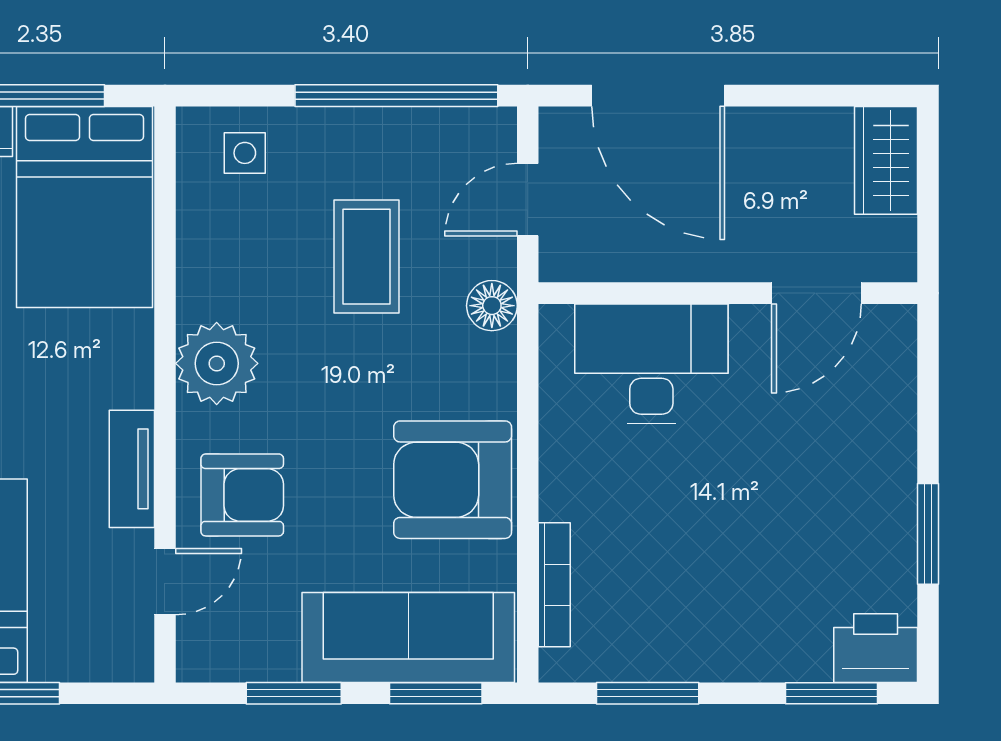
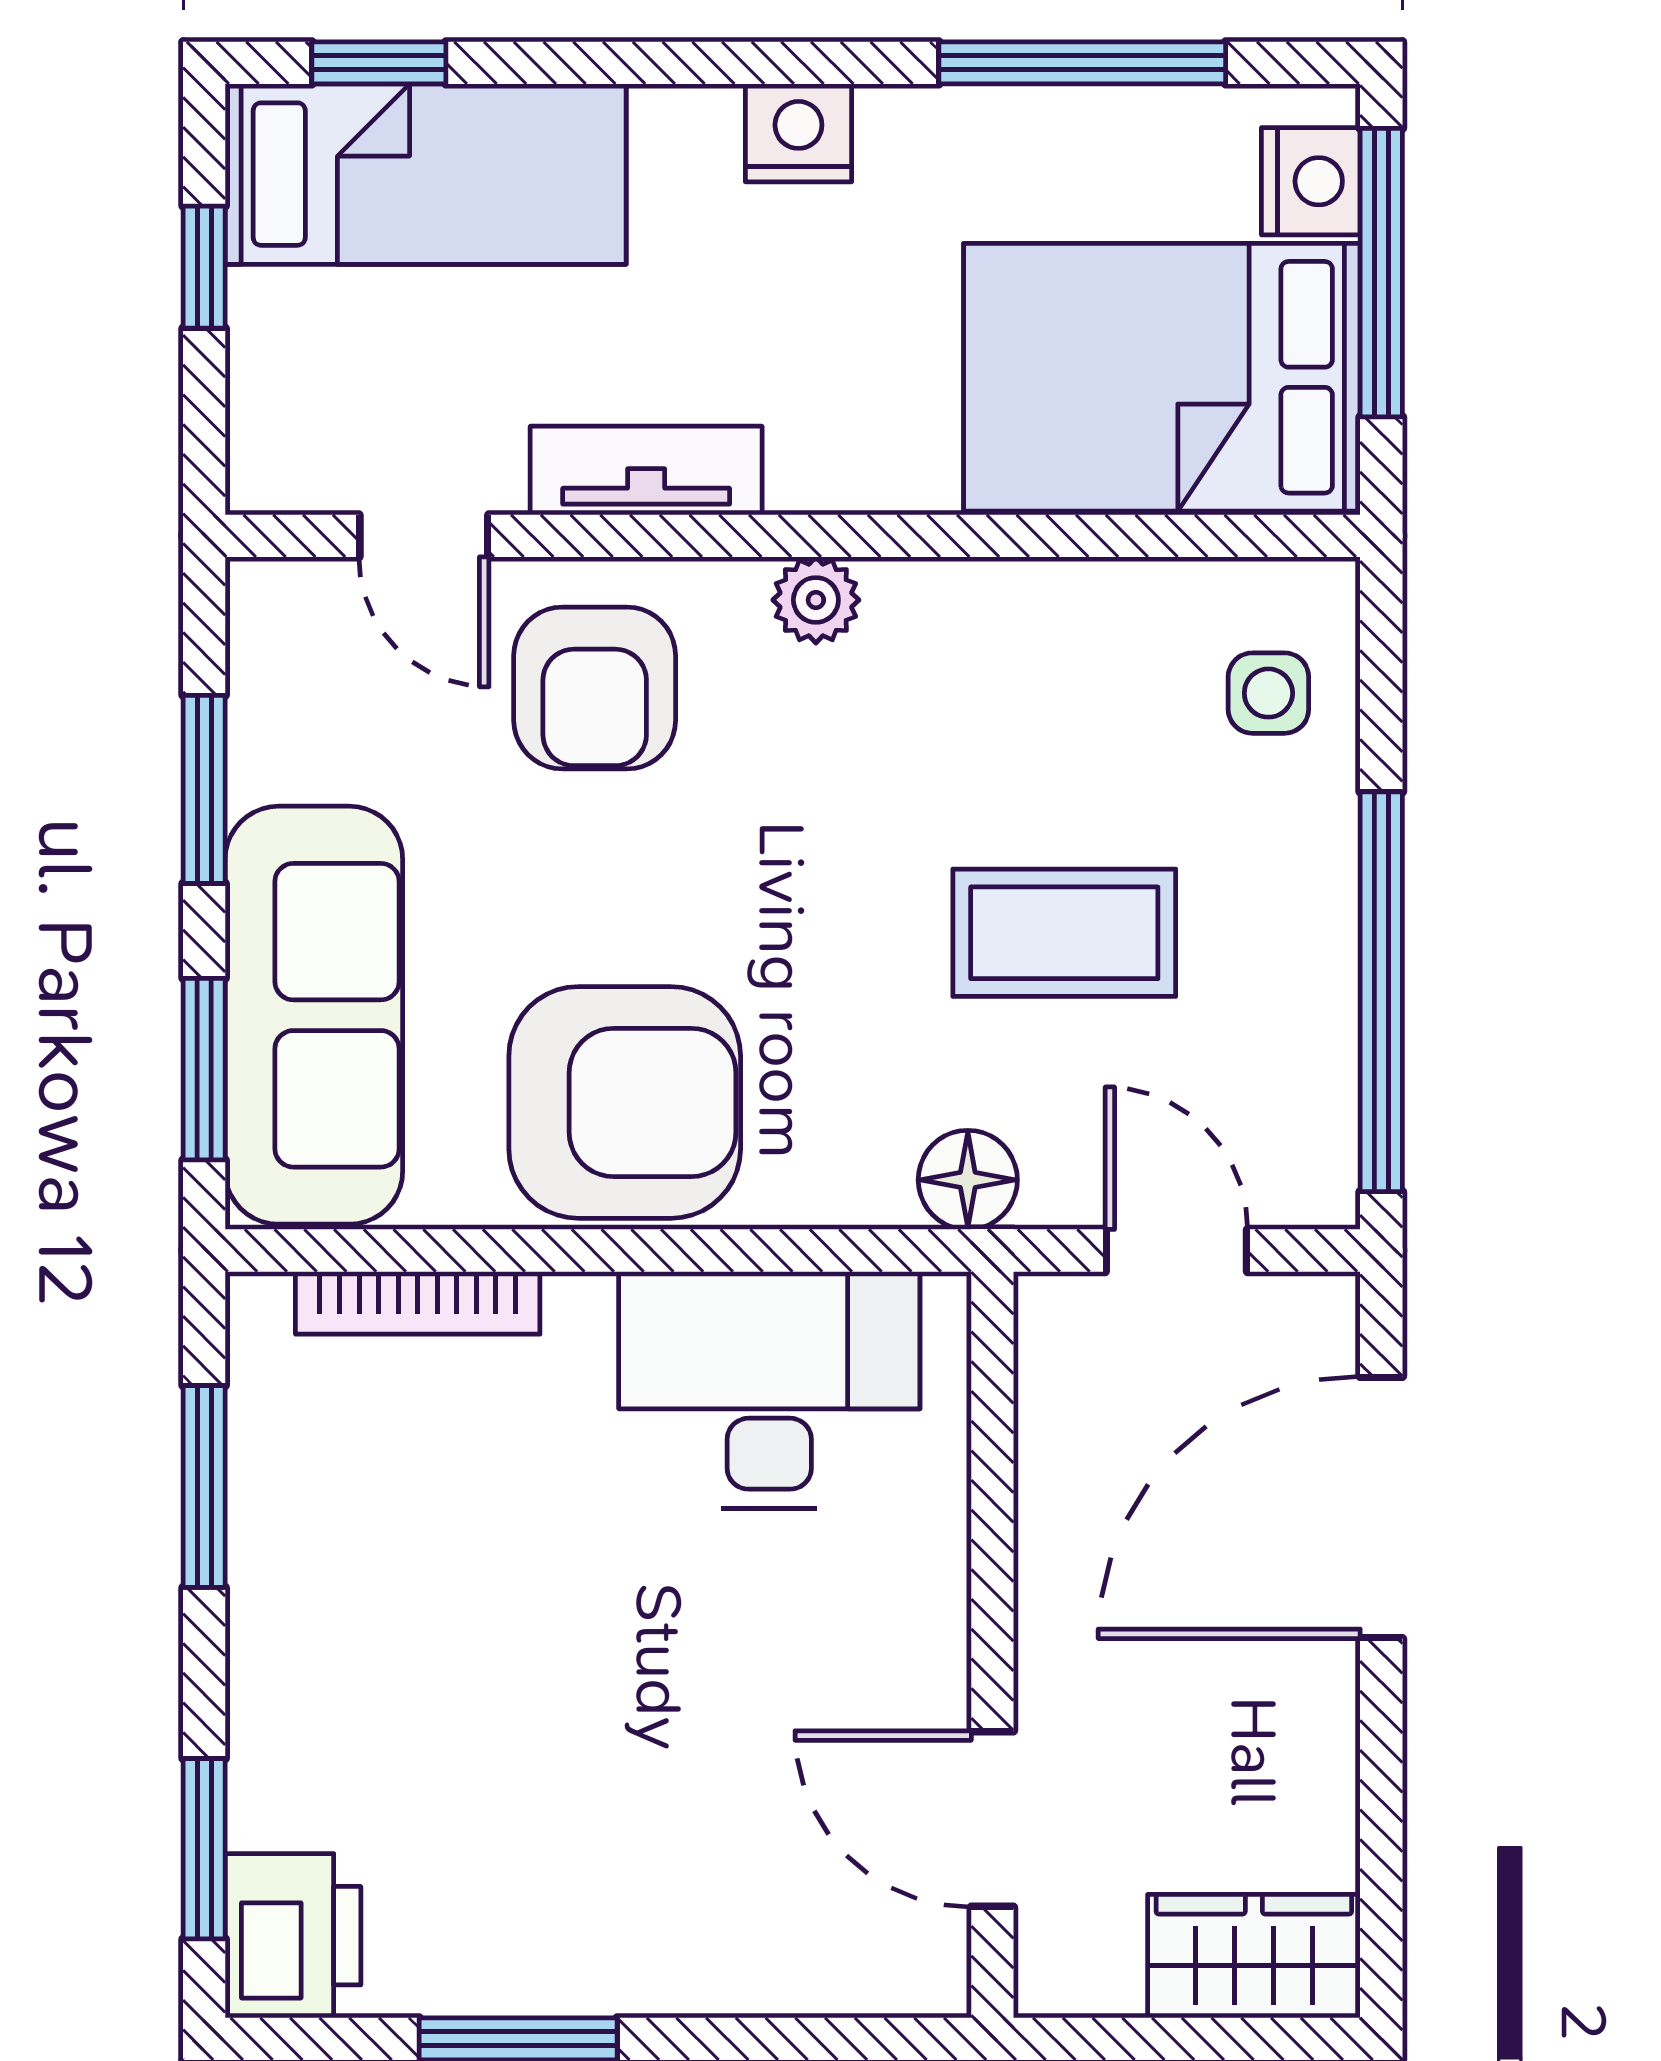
plant: (217, 363) -> (816, 600), width x0.53, depth x0.53
desk: (651, 364) -> (769, 1390), moved, turned -90
armchair: (453, 480) -> (625, 1102), turned 90

